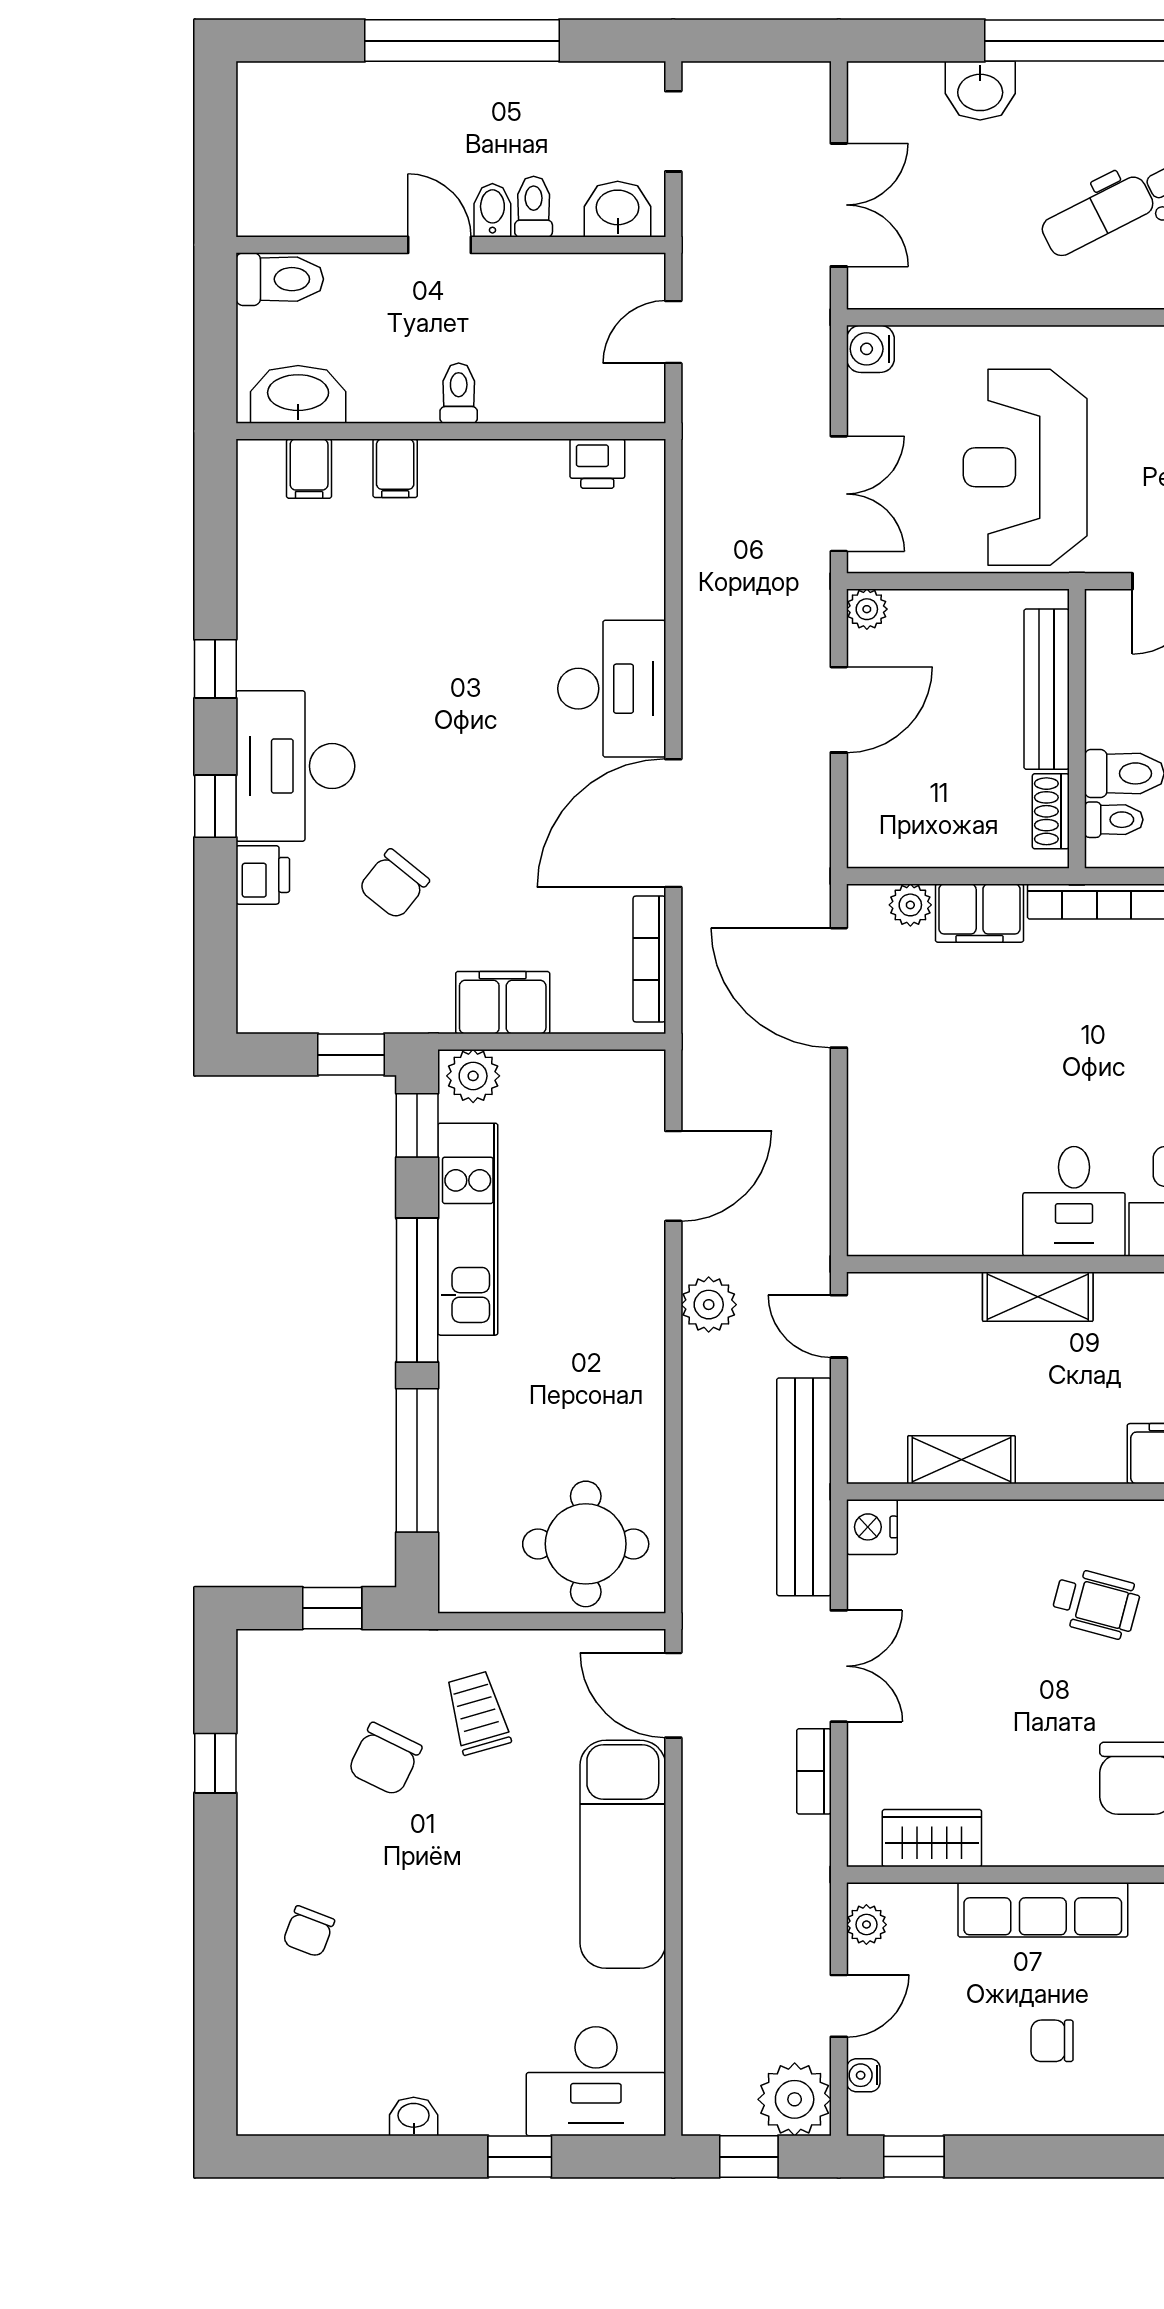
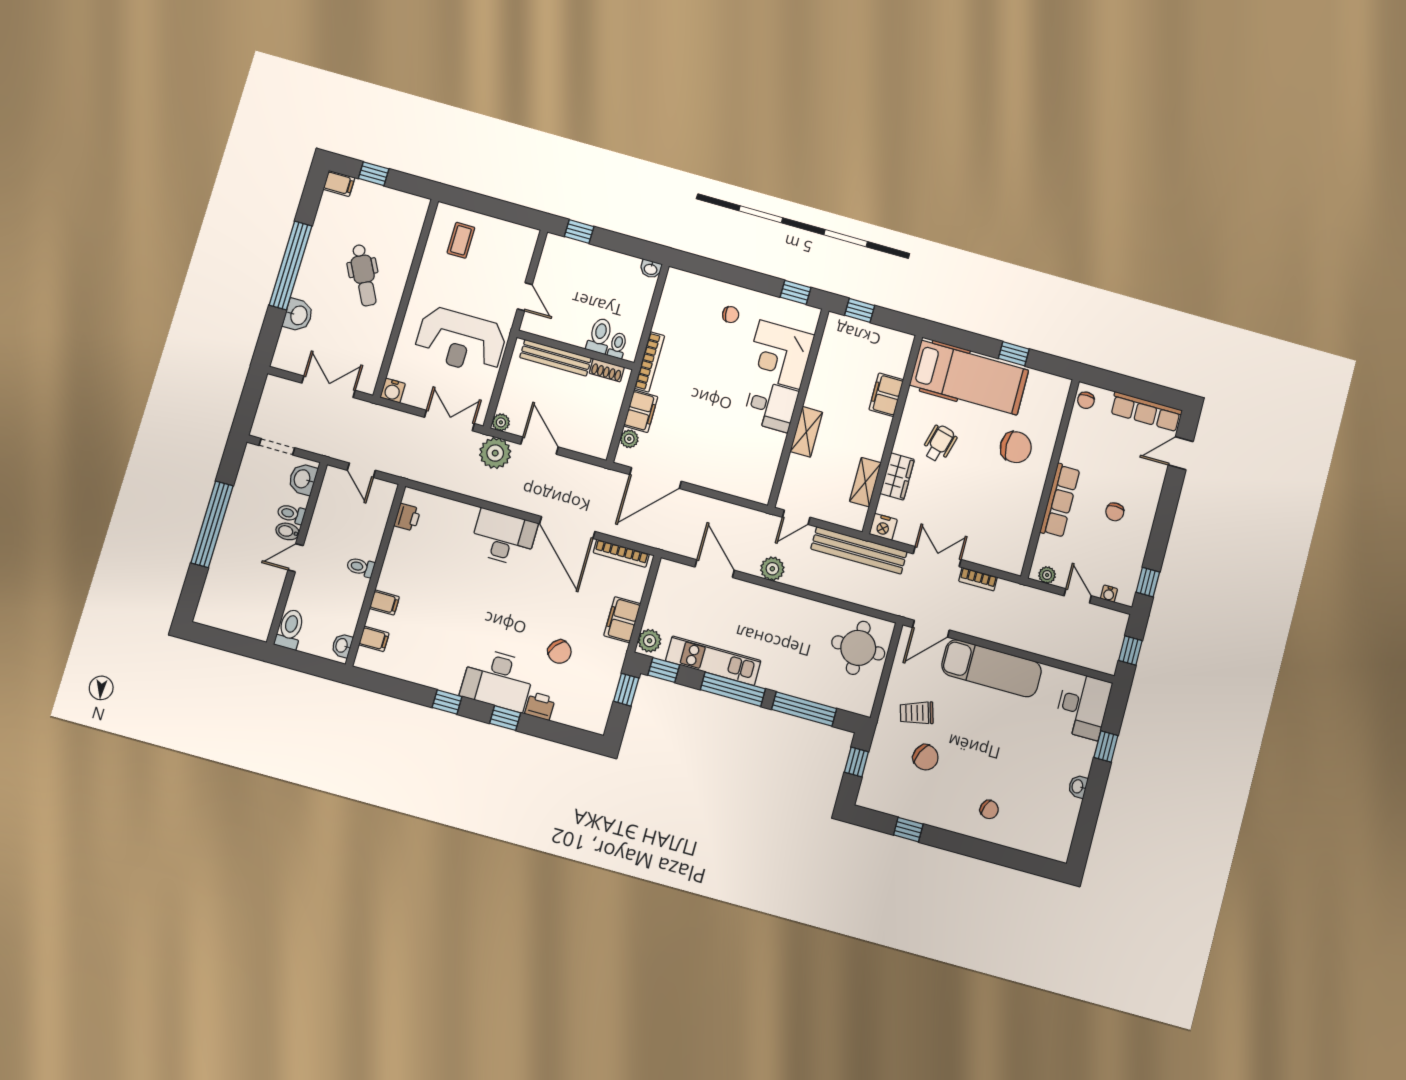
washbasin: (298, 394) -> (342, 646), width x0.52, depth x0.69
wardrobe: (932, 1838) -> (897, 477), moved, turned 180
plant: (795, 2099) -> (495, 453), moved

